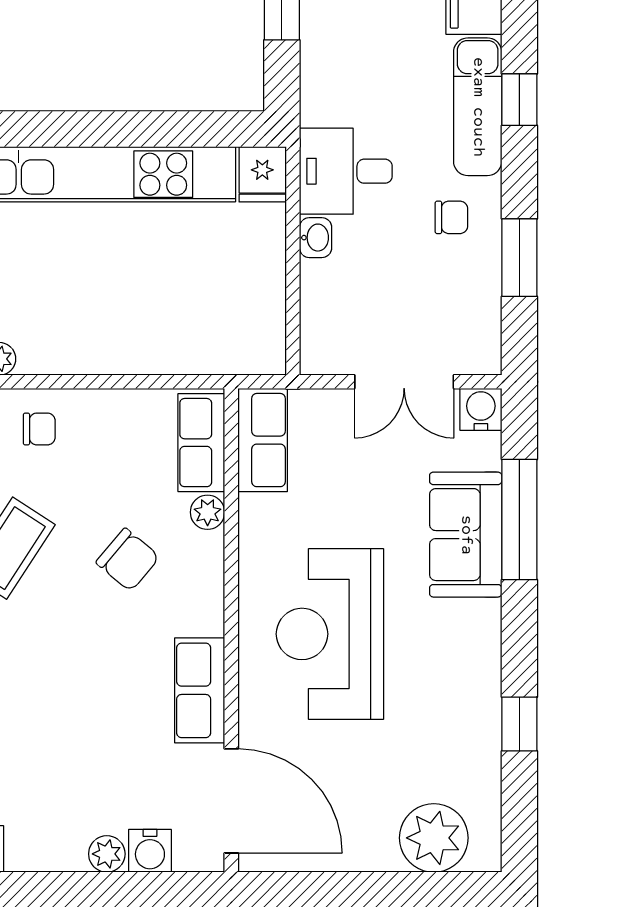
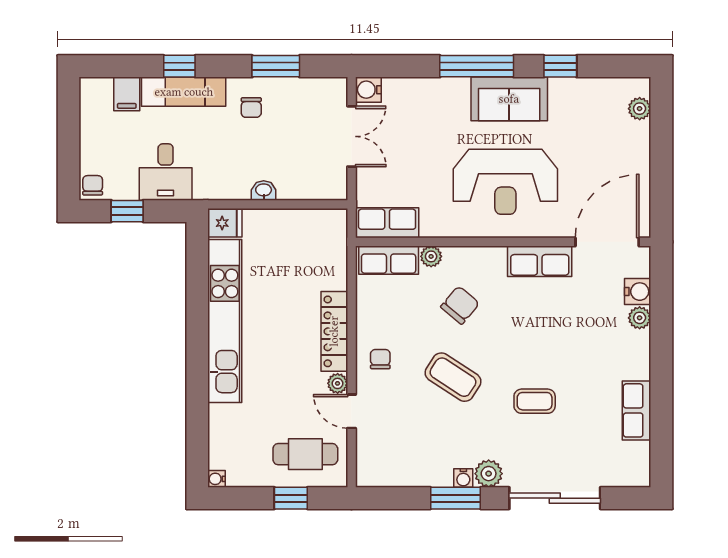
desk: (346, 171) -> (166, 172), moved
chair: (451, 217) -> (251, 108), turned 180
locker: (85, 354) -> (334, 331), added
window: (519, 519) -> (477, 66), moved
sofa: (466, 535) -> (509, 99), moved
plant: (434, 838) -> (640, 109), width x0.53, depth x0.53

